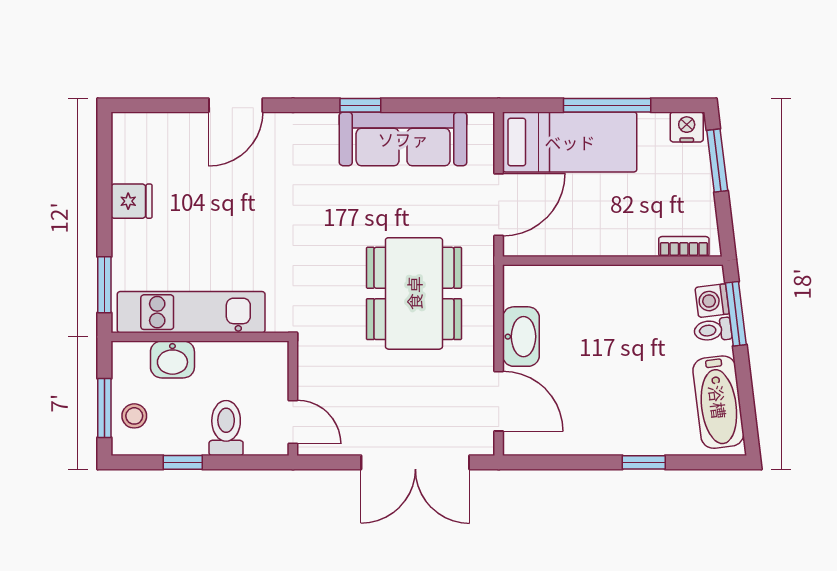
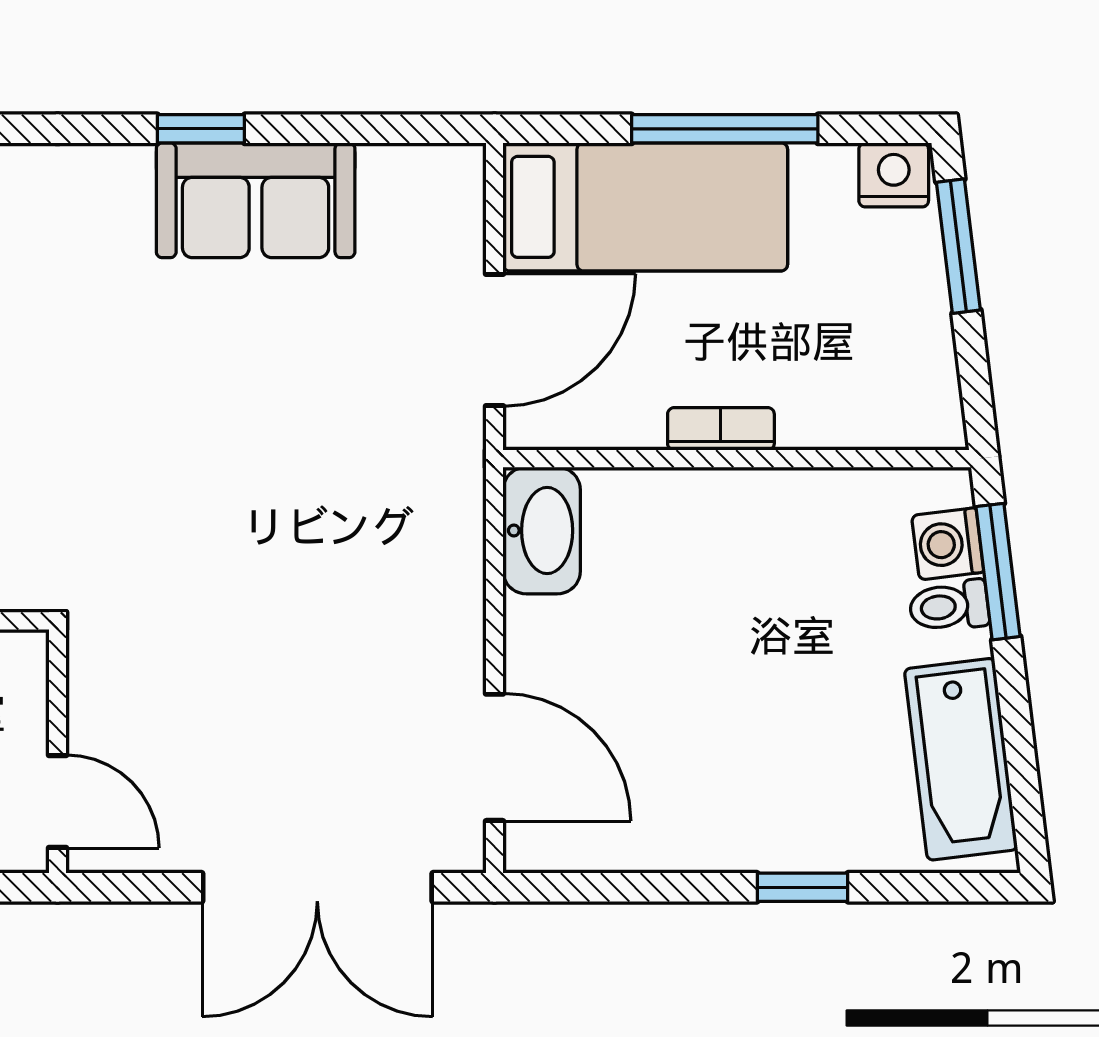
sofa: (403, 139) -> (256, 200), width x0.73
bookcase: (684, 247) -> (721, 429), moved
dining table: (414, 293) -> (315, 528), removed
washbasin: (521, 337) -> (542, 531), moved

